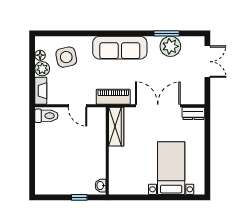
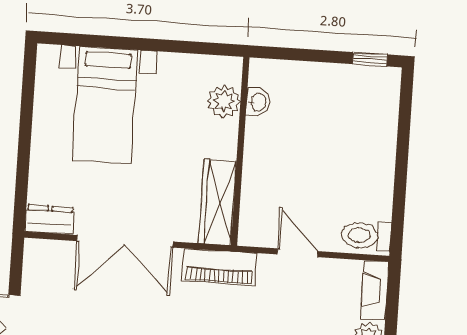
plant: (116, 173) -> (224, 101), added
washbasin: (101, 186) -> (258, 102), moved
window: (79, 197) -> (370, 59), moved

